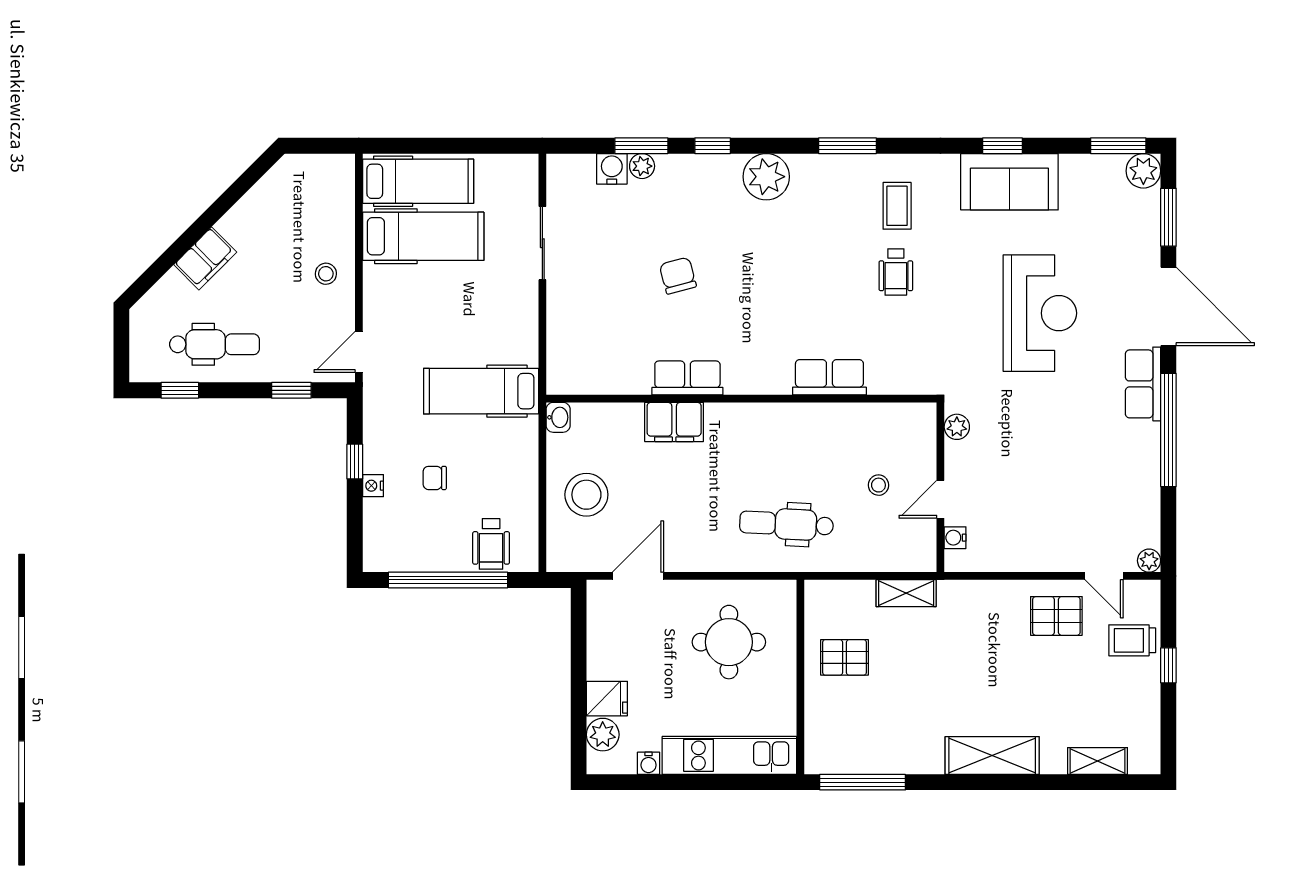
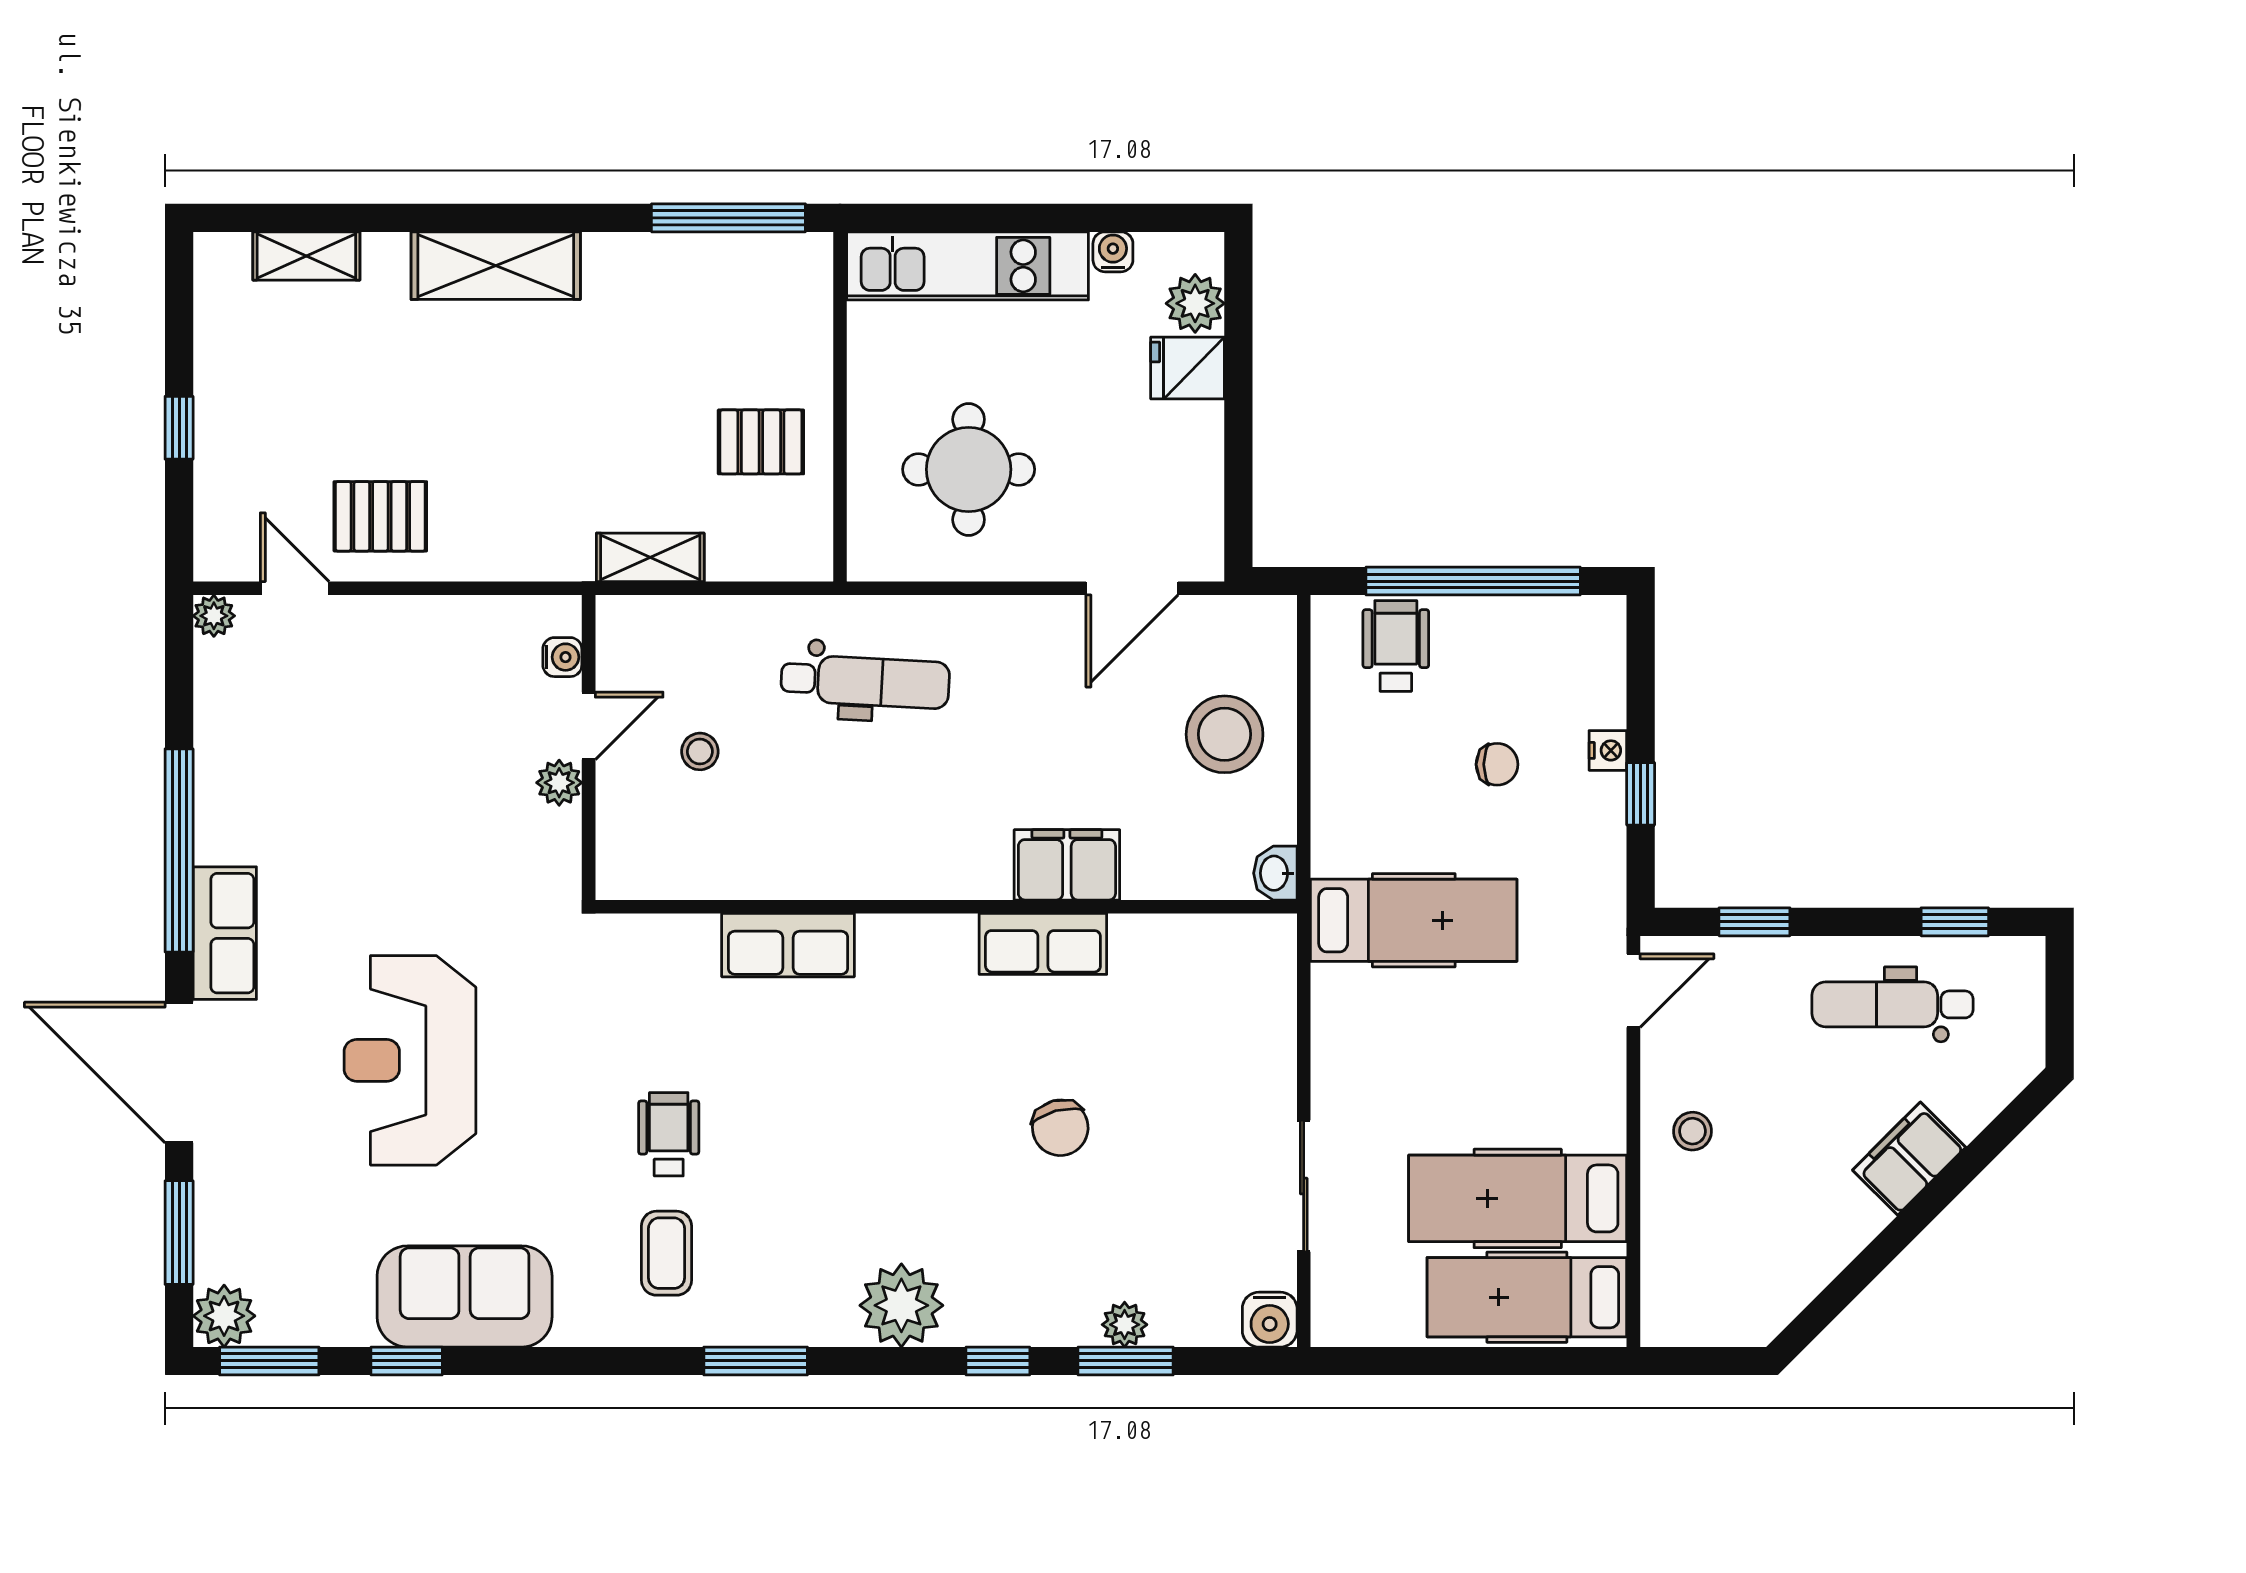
window: (1003, 146) -> (407, 1361), moved
water cooler: (612, 169) -> (1270, 1320), moved
plant: (957, 427) -> (559, 783), moved
trolley: (1132, 640) -> (244, 473), removed

